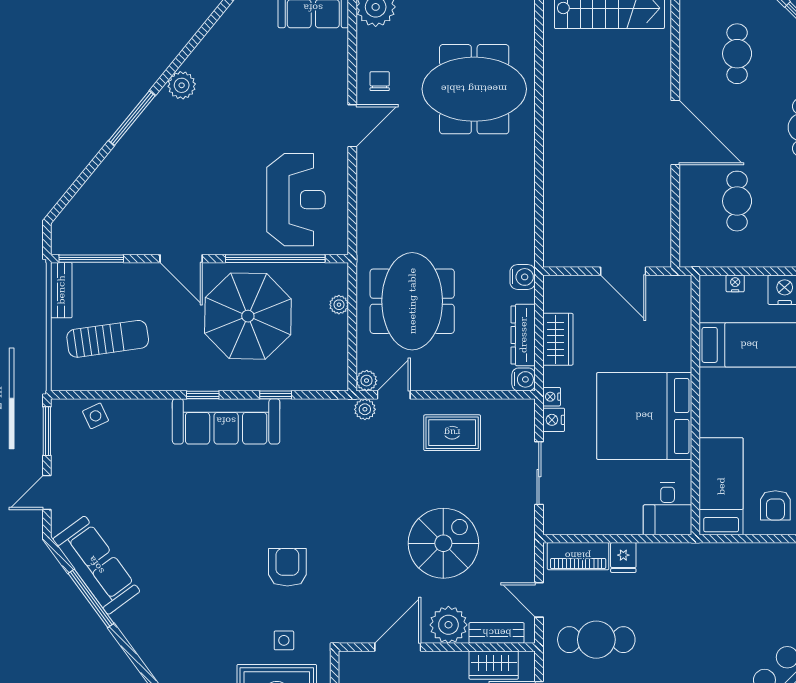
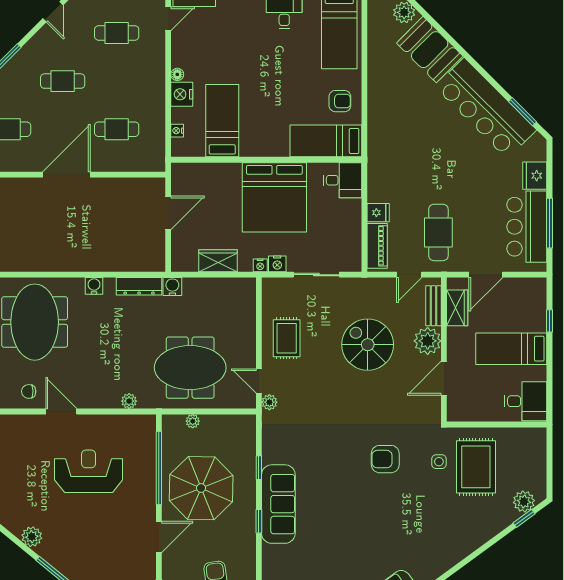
reception desk: (296, 200) -> (89, 471), moved
dresser: (523, 335) -> (139, 286), moved
water cooler: (524, 379) -> (94, 286), moved
plant: (367, 381) -> (129, 401), moved
door: (398, 647) -> (444, 378), hinge flipped

